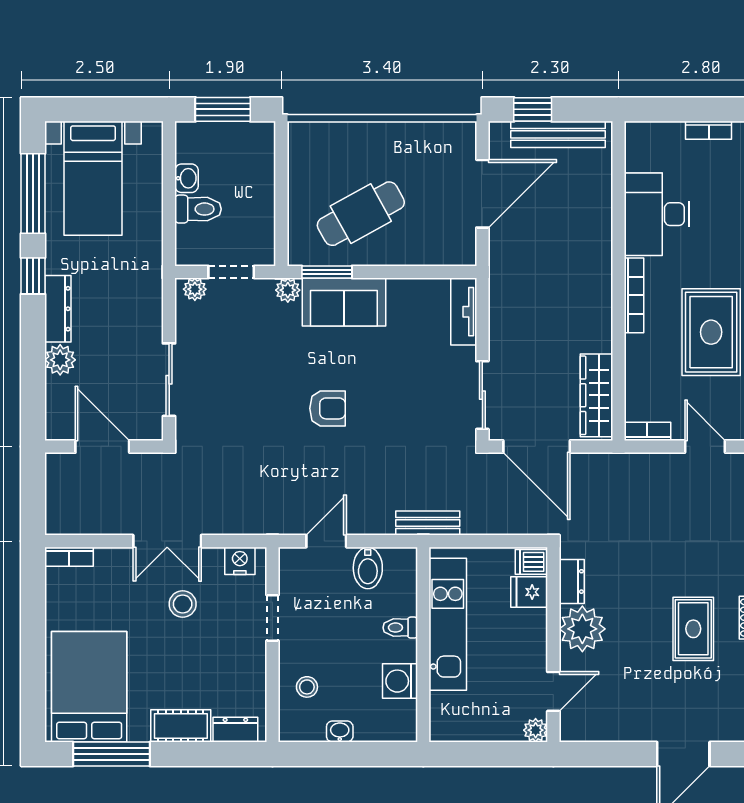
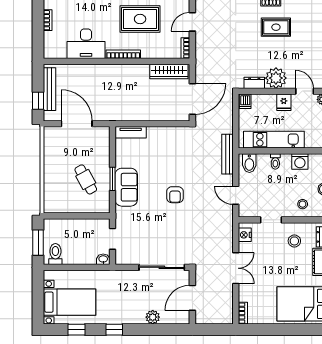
washbasin: (187, 178) -> (103, 259), moved
window: (33, 193) -> (77, 330), width x0.46
toilet: (198, 209) -> (55, 254), moved
cafe table: (361, 214) -> (86, 179), width x0.73, depth x0.74
window: (327, 272) -> (113, 179), moved
plant: (195, 289) -> (120, 255), removed
plant: (288, 290) -> (121, 213), removed
dresser: (58, 309) -> (129, 318), removed
sliding door: (169, 380) -> (162, 267), width x1.37
sliding door: (482, 395) -> (169, 124), removed
armchair: (328, 408) -> (175, 195), turned 180
bench: (428, 523) -> (227, 154), width x1.36
bidet: (368, 568) -> (249, 163), moved, turned 90
fridge: (529, 592) -> (284, 102), moved
stool: (183, 604) -> (294, 241), moved

